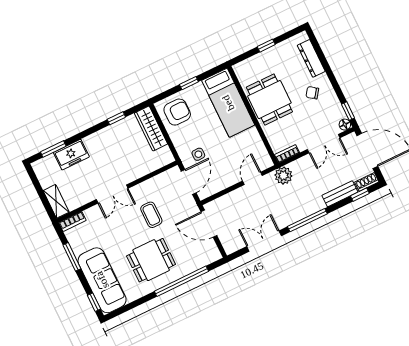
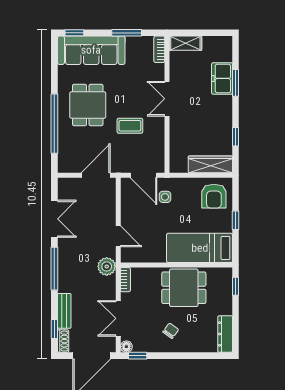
window: (266, 46) -> (236, 286), moved
dresser: (311, 58) -> (225, 334), moved, turned -90
window: (53, 149) -> (236, 83), moved

